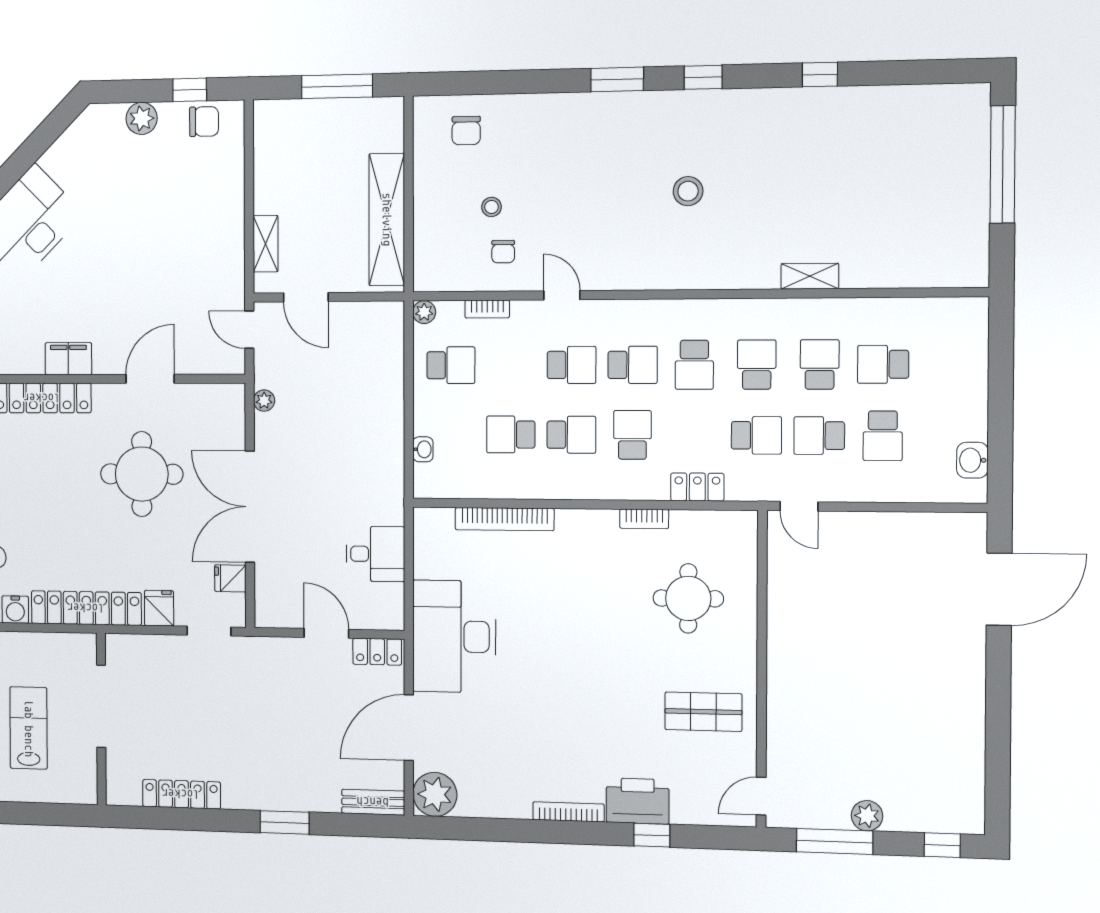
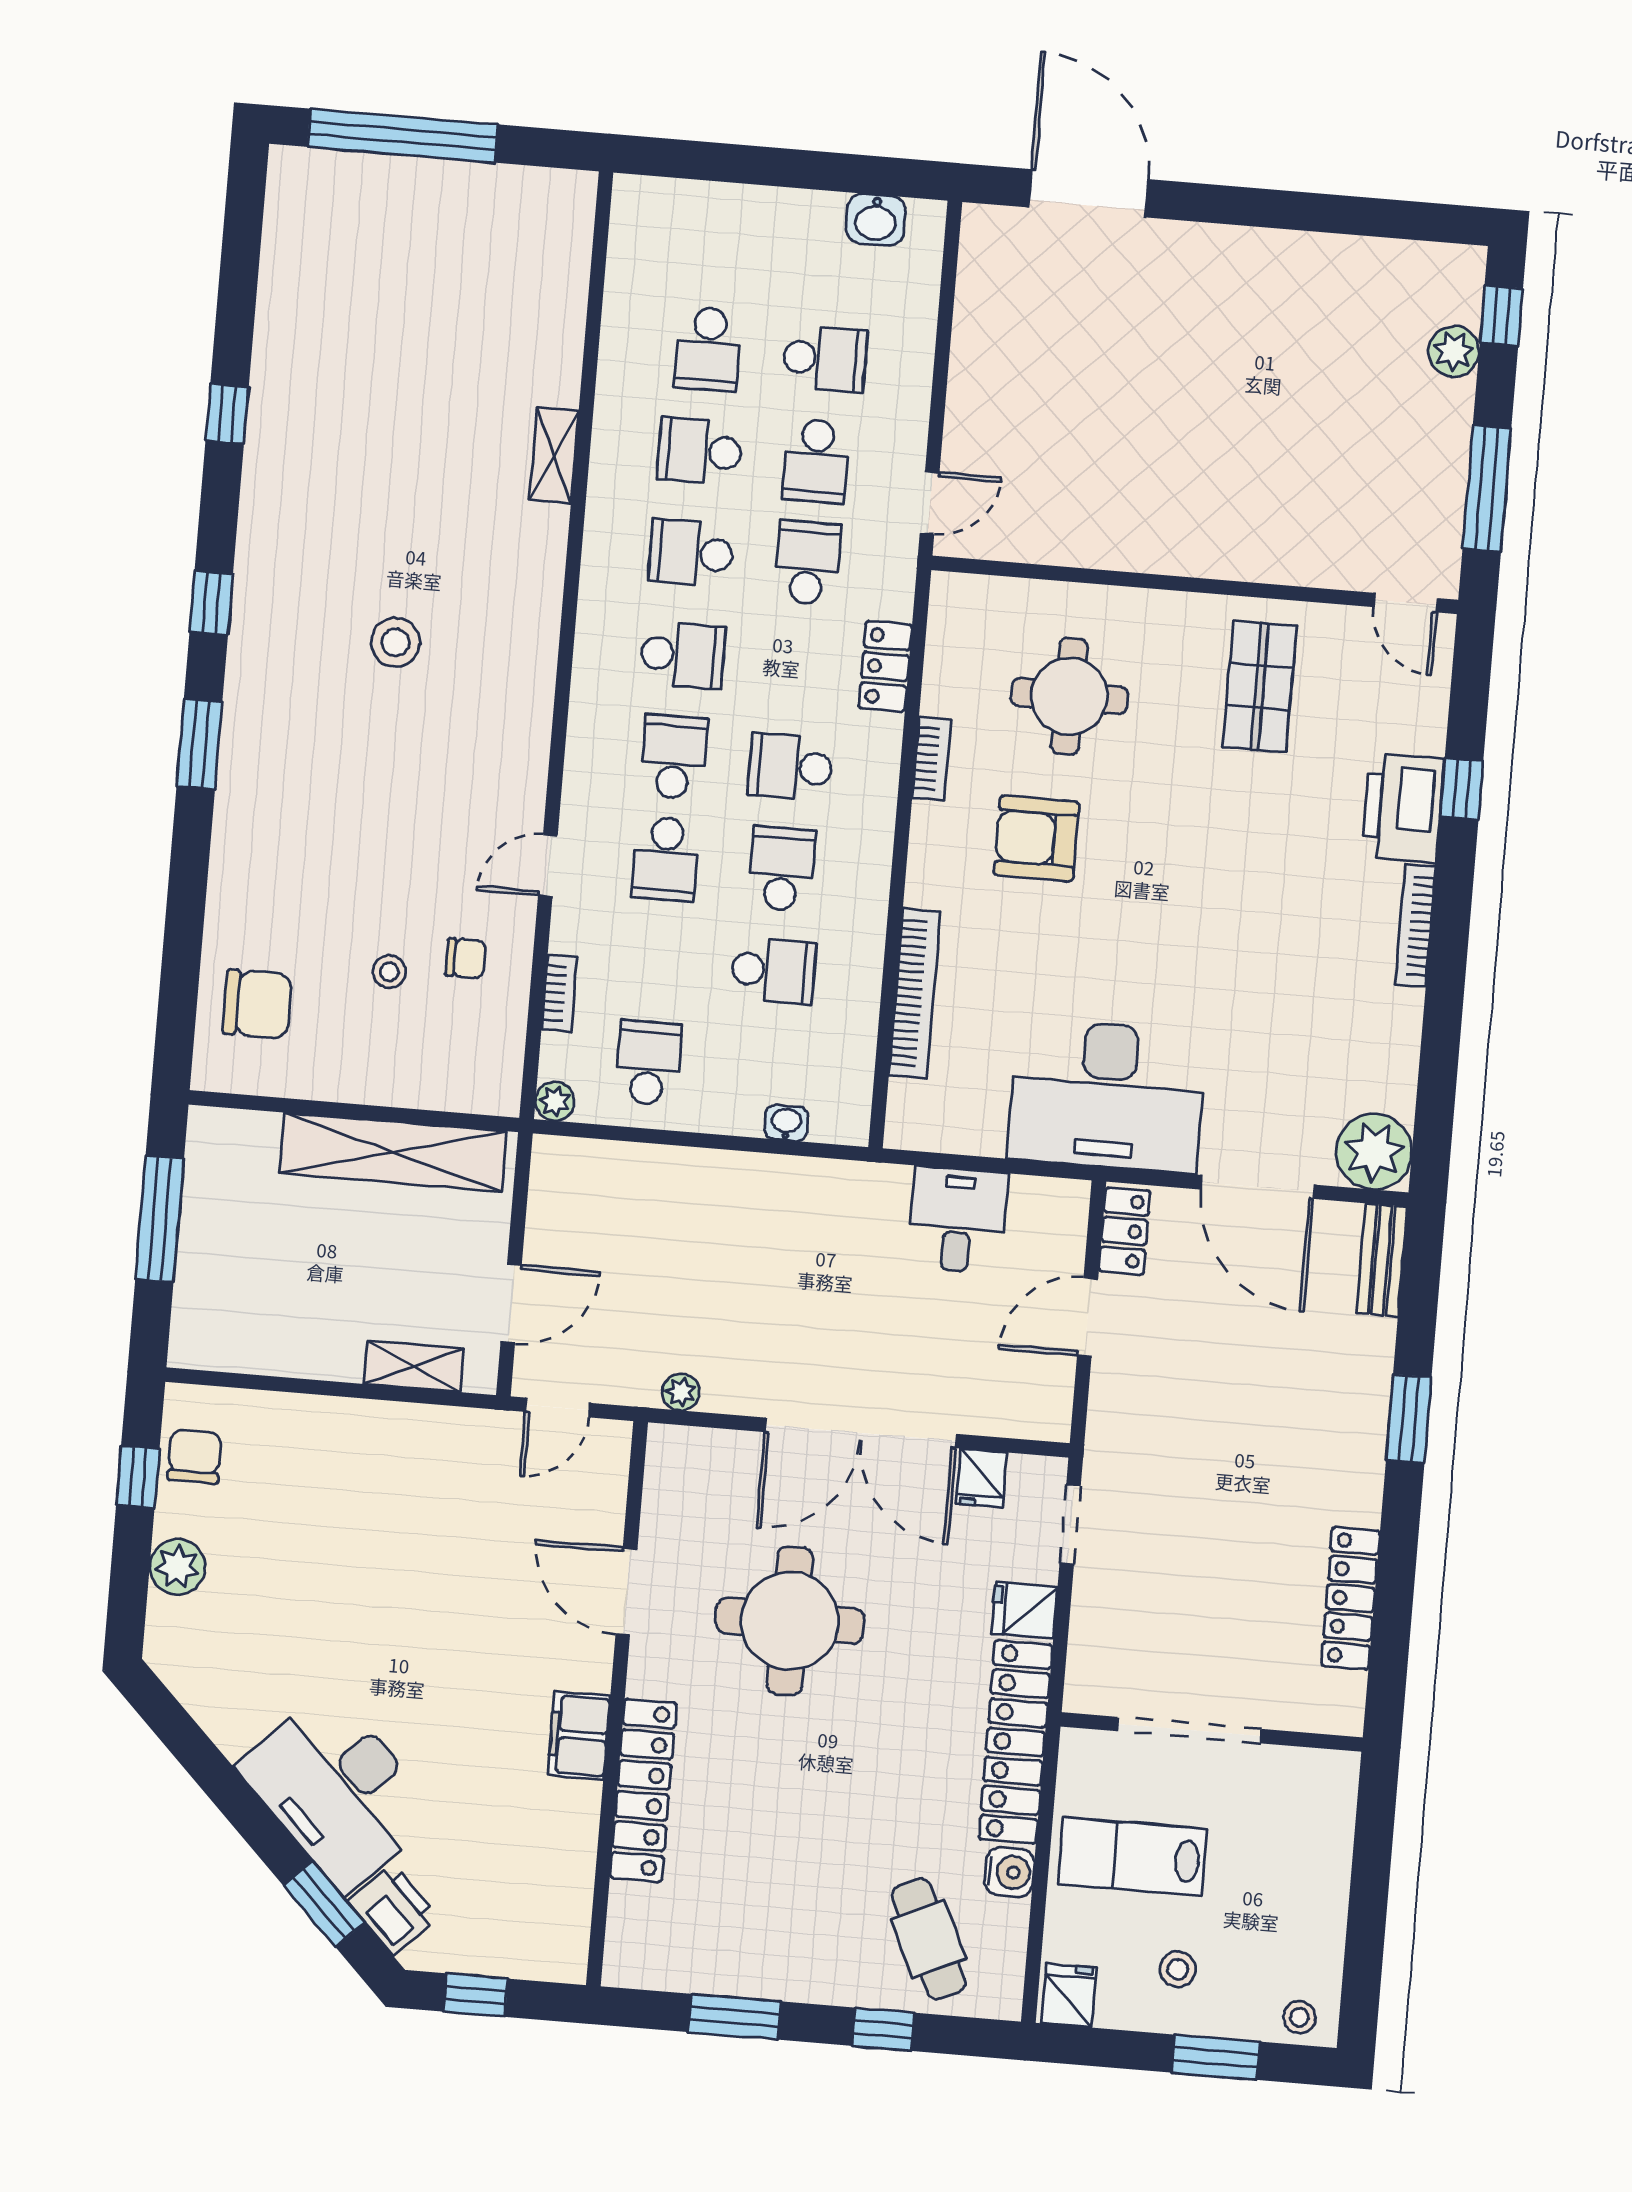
chair: (466, 131) -> (257, 1004), width x1.37, depth x1.37
school desk: (571, 365) -> (665, 859), turned 180
school desk: (511, 434) -> (773, 971), turned -90
armchair: (602, 585) -> (1037, 838), added
lab bench: (29, 728) -> (1132, 1857), moved
plant: (867, 816) -> (1454, 351), moved

